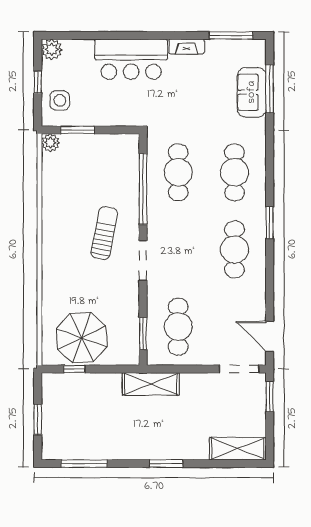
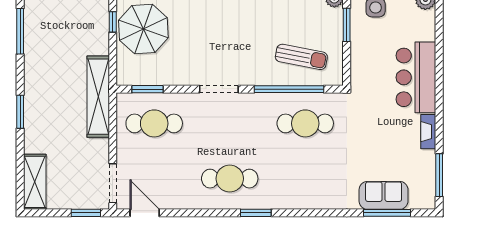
cafe table: (234, 172) -> (305, 179), removed
sun lounger: (104, 233) -> (301, 57), moved
door: (270, 336) -> (145, 213), hinge flipped
shelving: (151, 384) -> (98, 97), width x1.47

